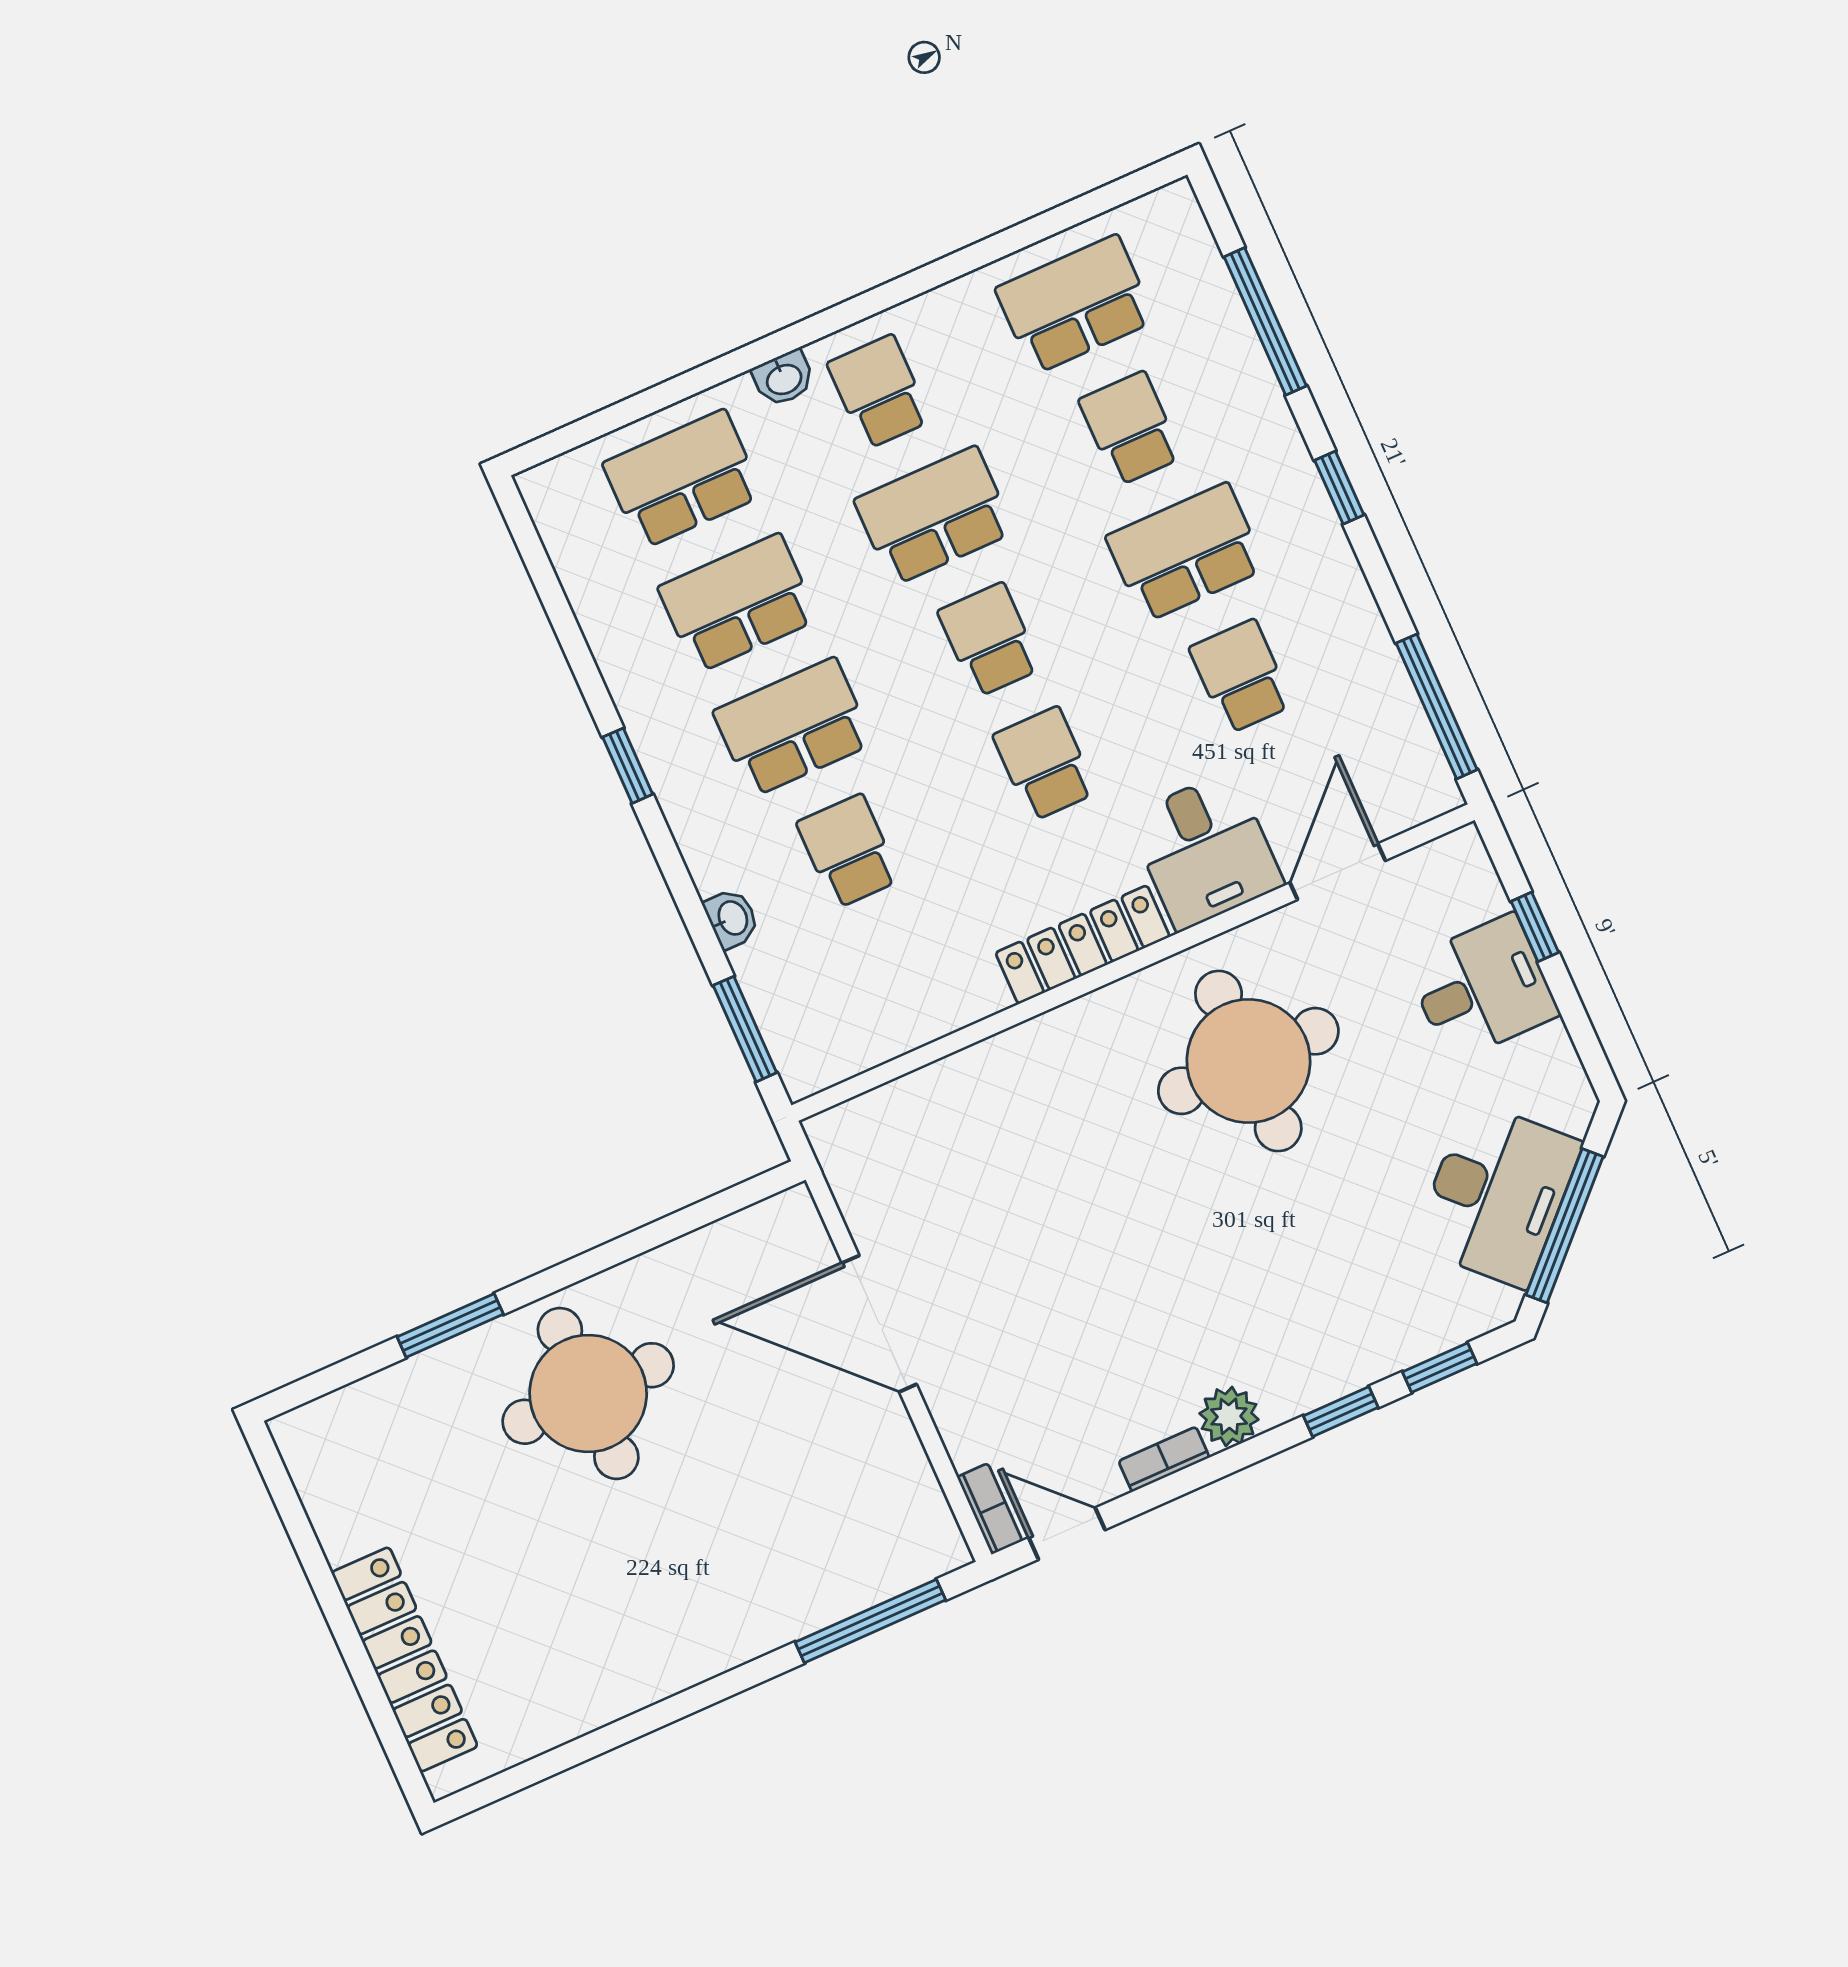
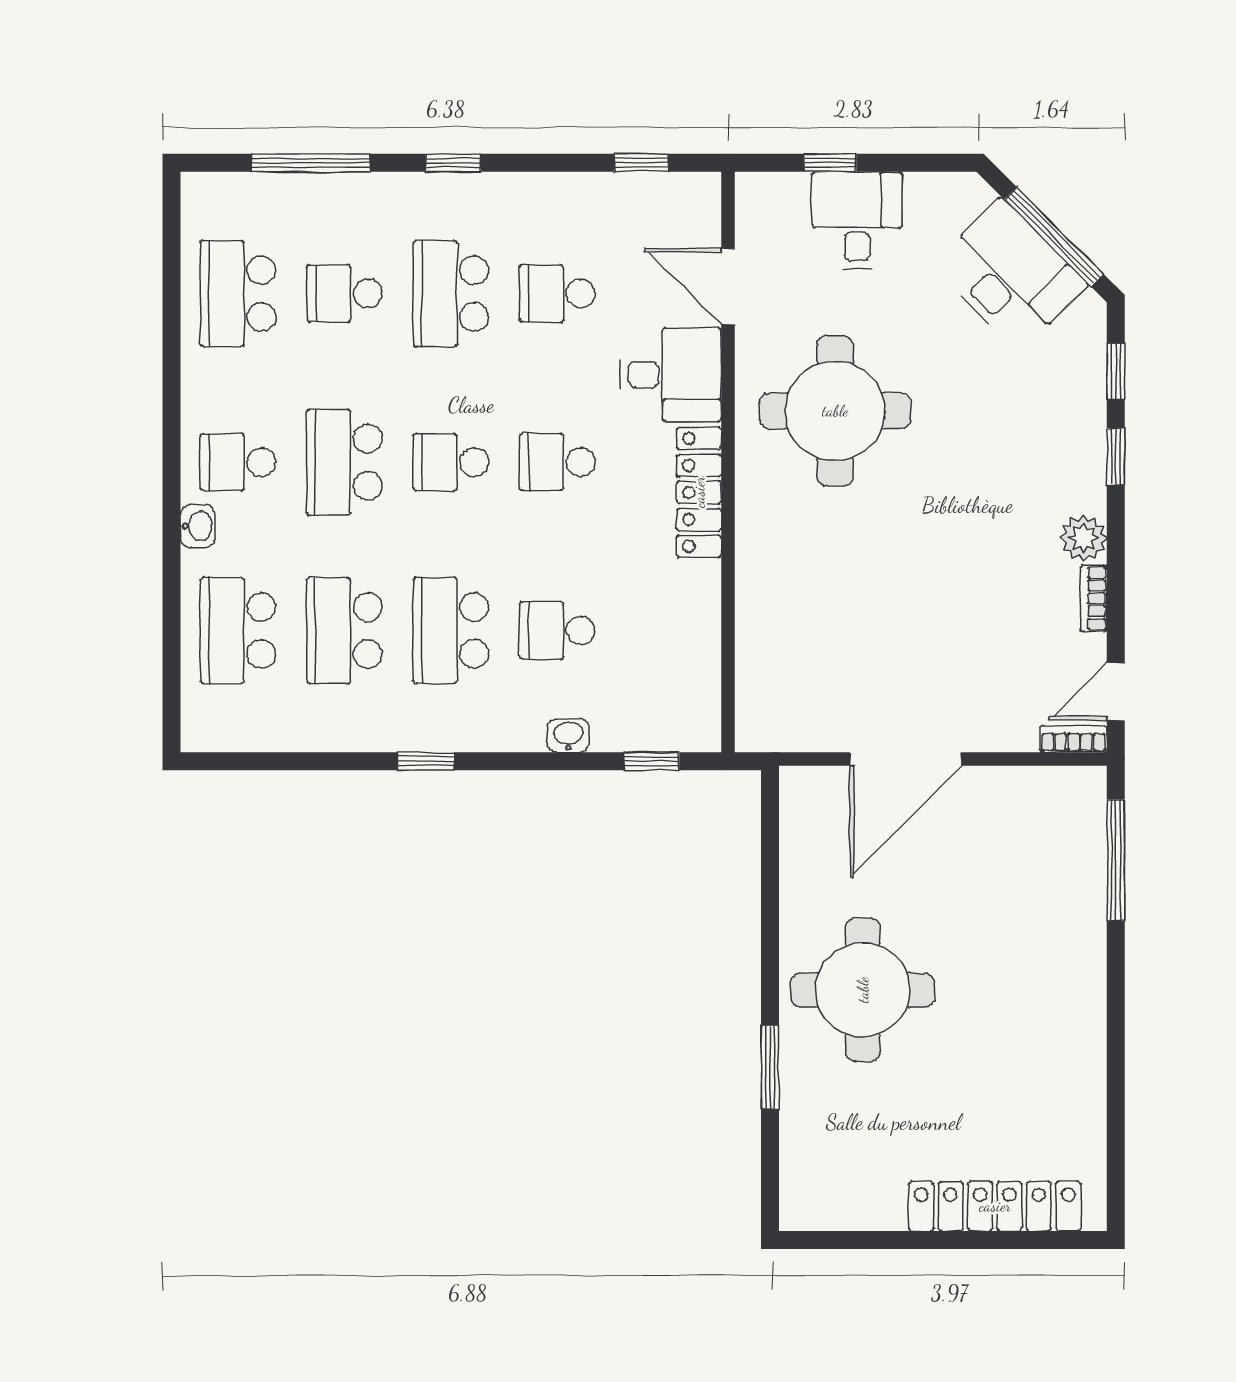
window: (1437, 706) -> (641, 163), width x0.46
window: (745, 1029) -> (652, 761), width x0.67

